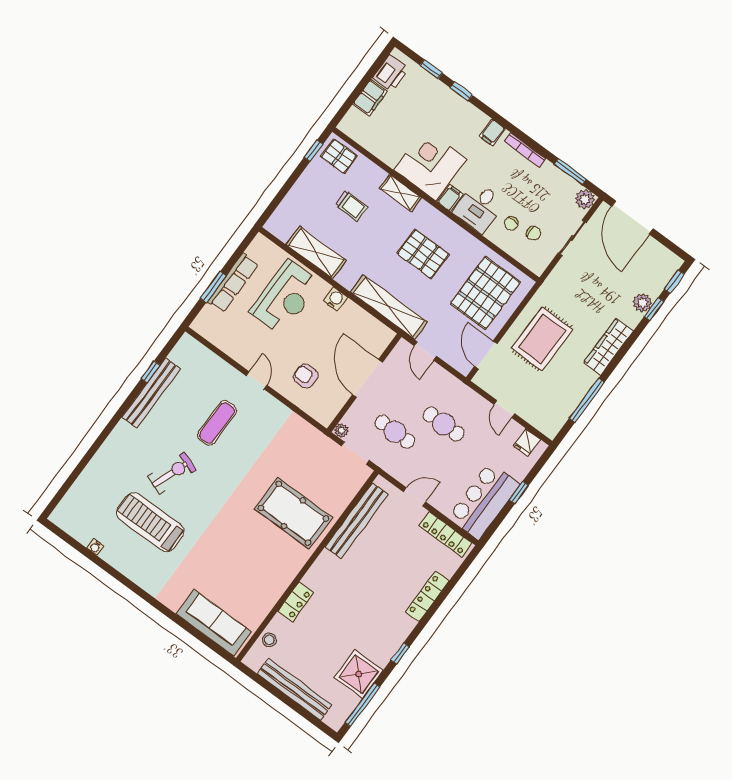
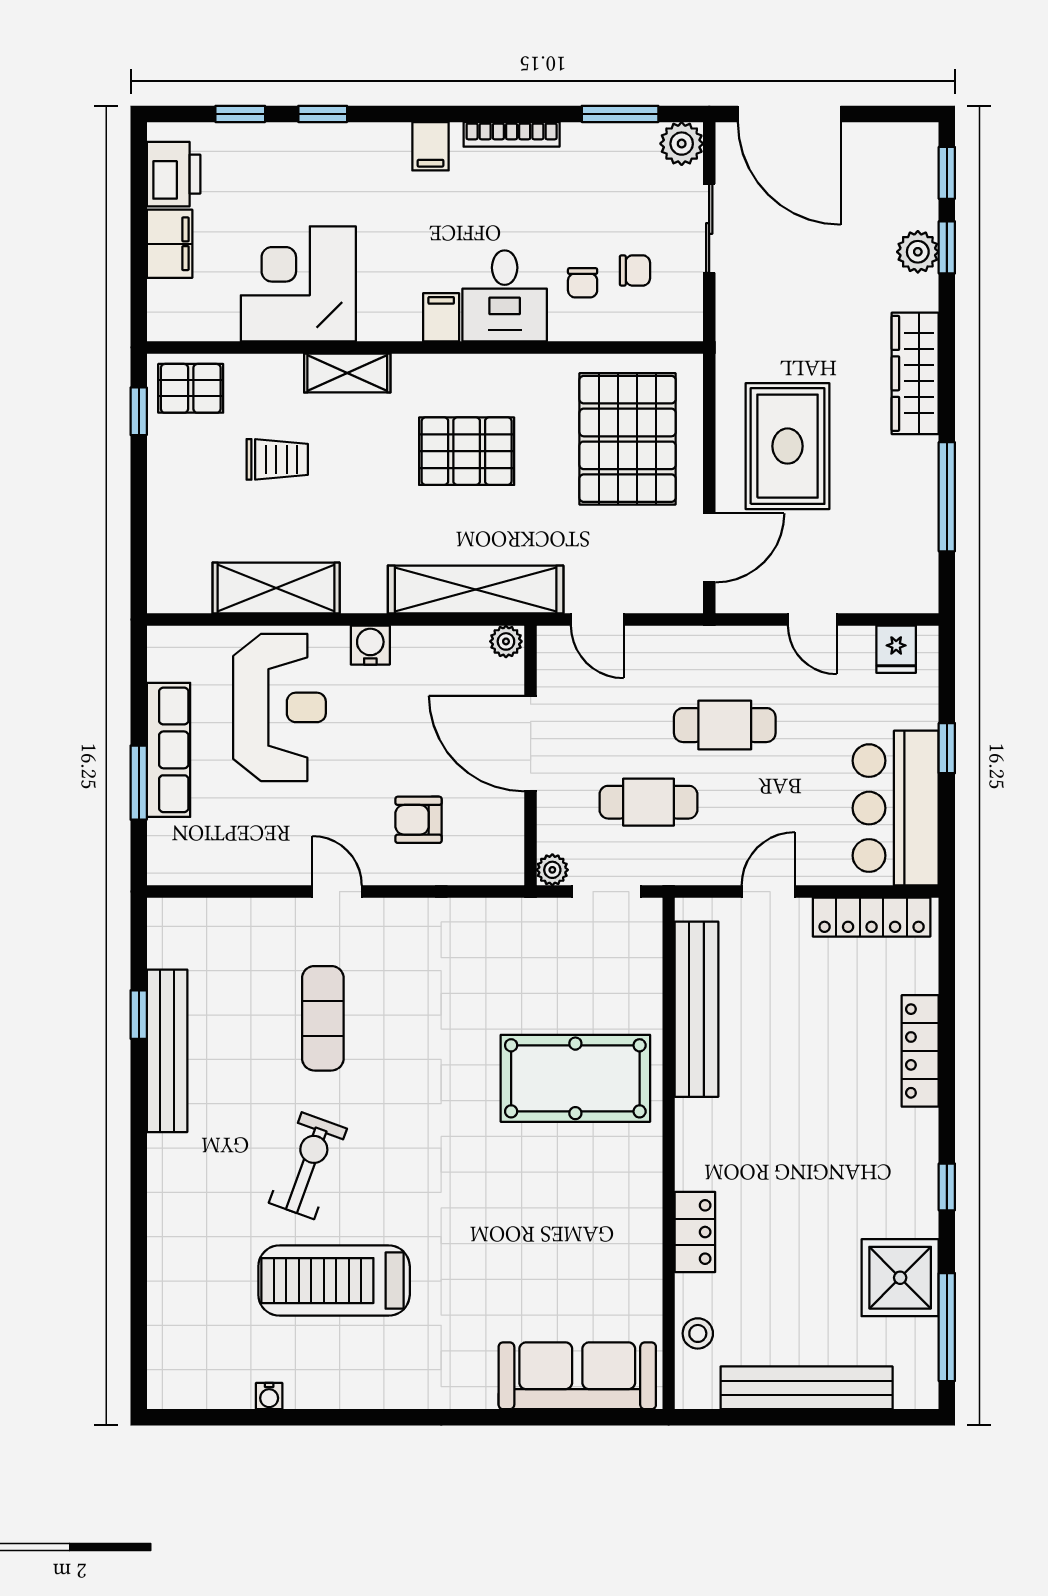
corner desk: (430, 164) -> (298, 284), moved
plant: (386, 334) -> (506, 641), added
door: (486, 355) -> (709, 548), swing flipped

